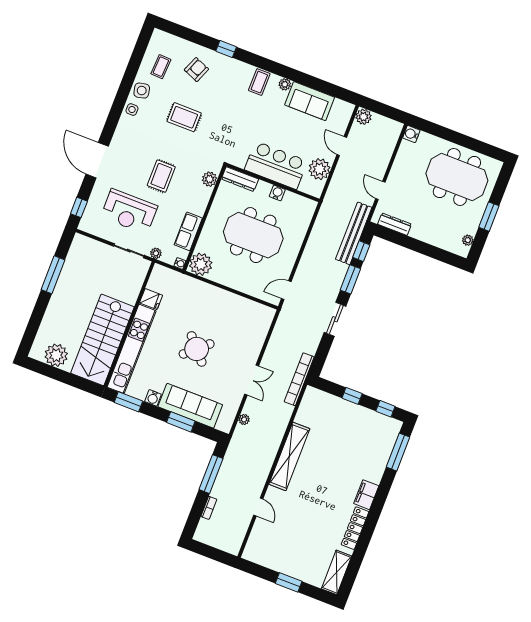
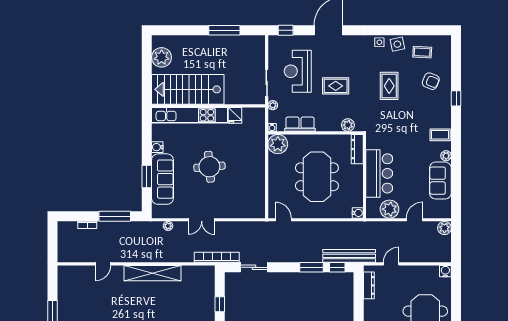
water cooler: (277, 193) -> (358, 213), moved
sliding door: (335, 319) -> (254, 267), moved
round table: (197, 349) -> (209, 167), turned 37
window: (128, 402) -> (147, 129), removed

